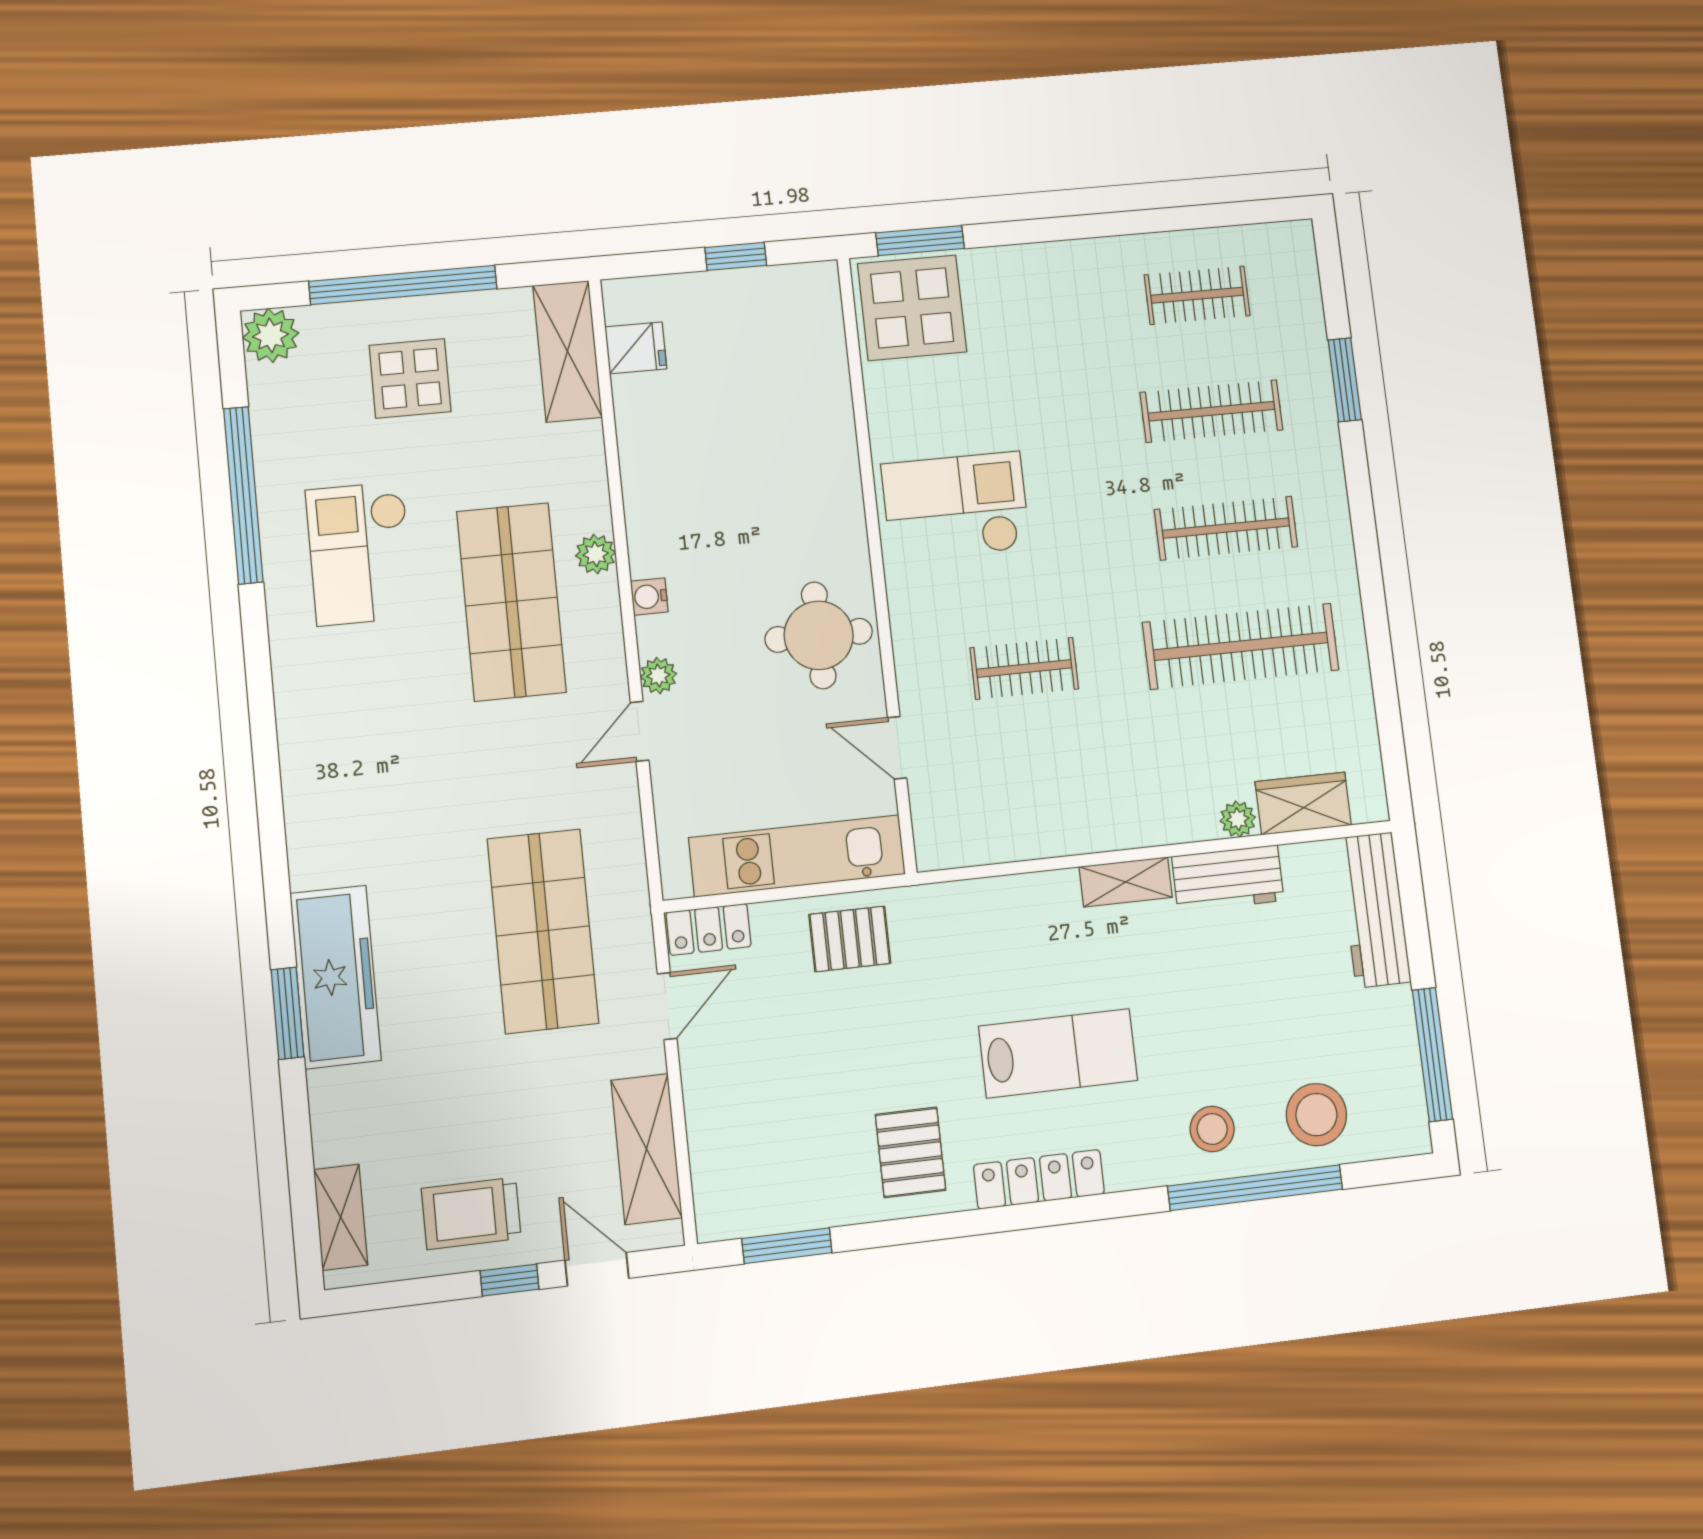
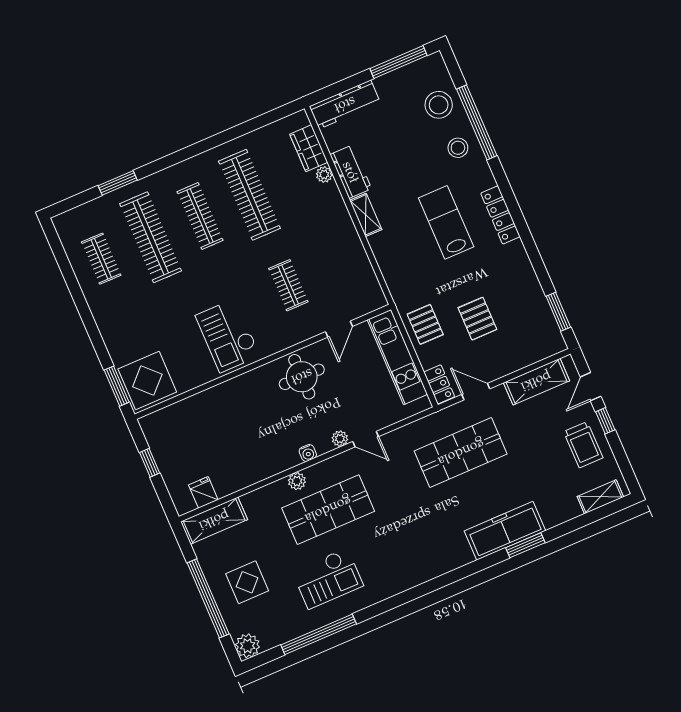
clothes rail: (1212, 411) -> (151, 237), width x1.37, depth x1.31
pallet: (910, 1152) -> (477, 319), moved, turned 90

